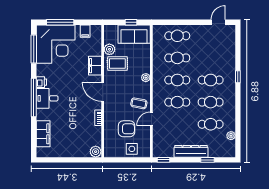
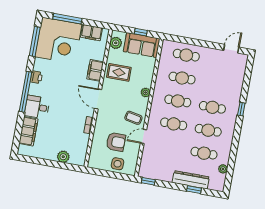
filing cabinet: (85, 31) -> (91, 33), width x2.00
plant: (109, 49) -> (116, 43), moved
desk: (47, 98) -> (37, 107), moved
dresser: (191, 151) -> (191, 180), moved
plant: (96, 152) -> (63, 157), moved

